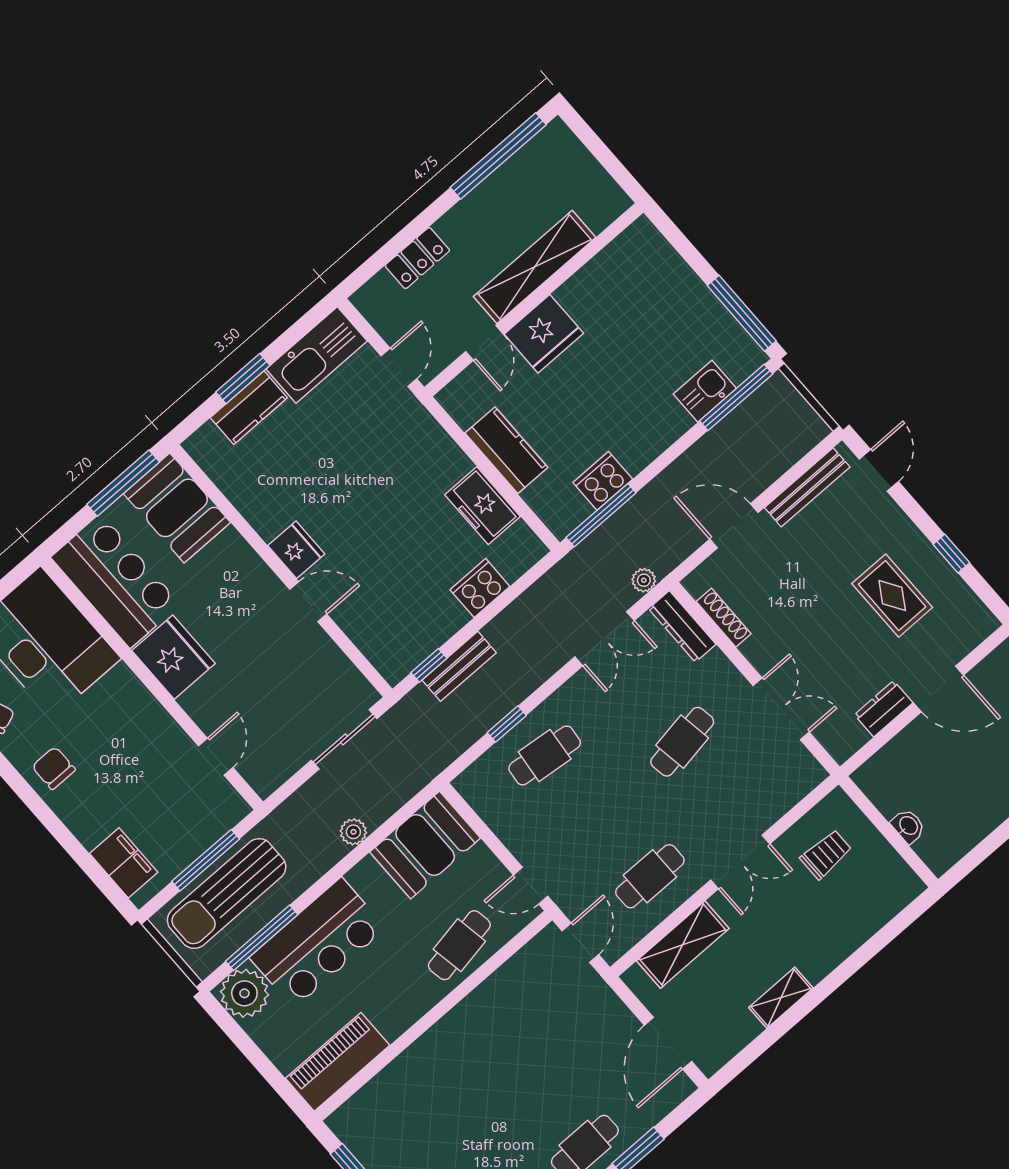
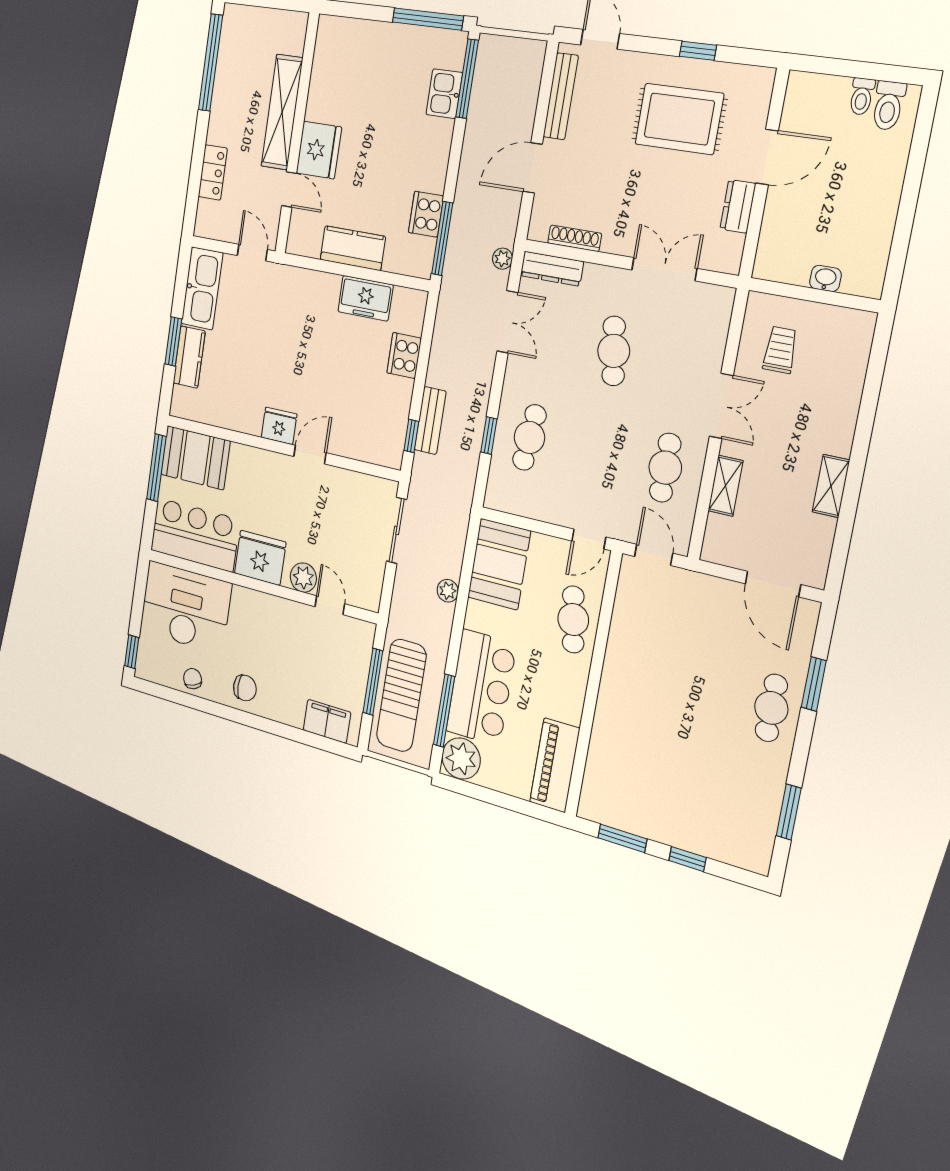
rug: (892, 596) -> (679, 119), width x1.36, depth x1.43
plant: (207, 710) -> (303, 578), added
chair: (54, 768) -> (245, 688), turned 180
shelving: (683, 945) -> (726, 486), width x0.67, depth x0.75

